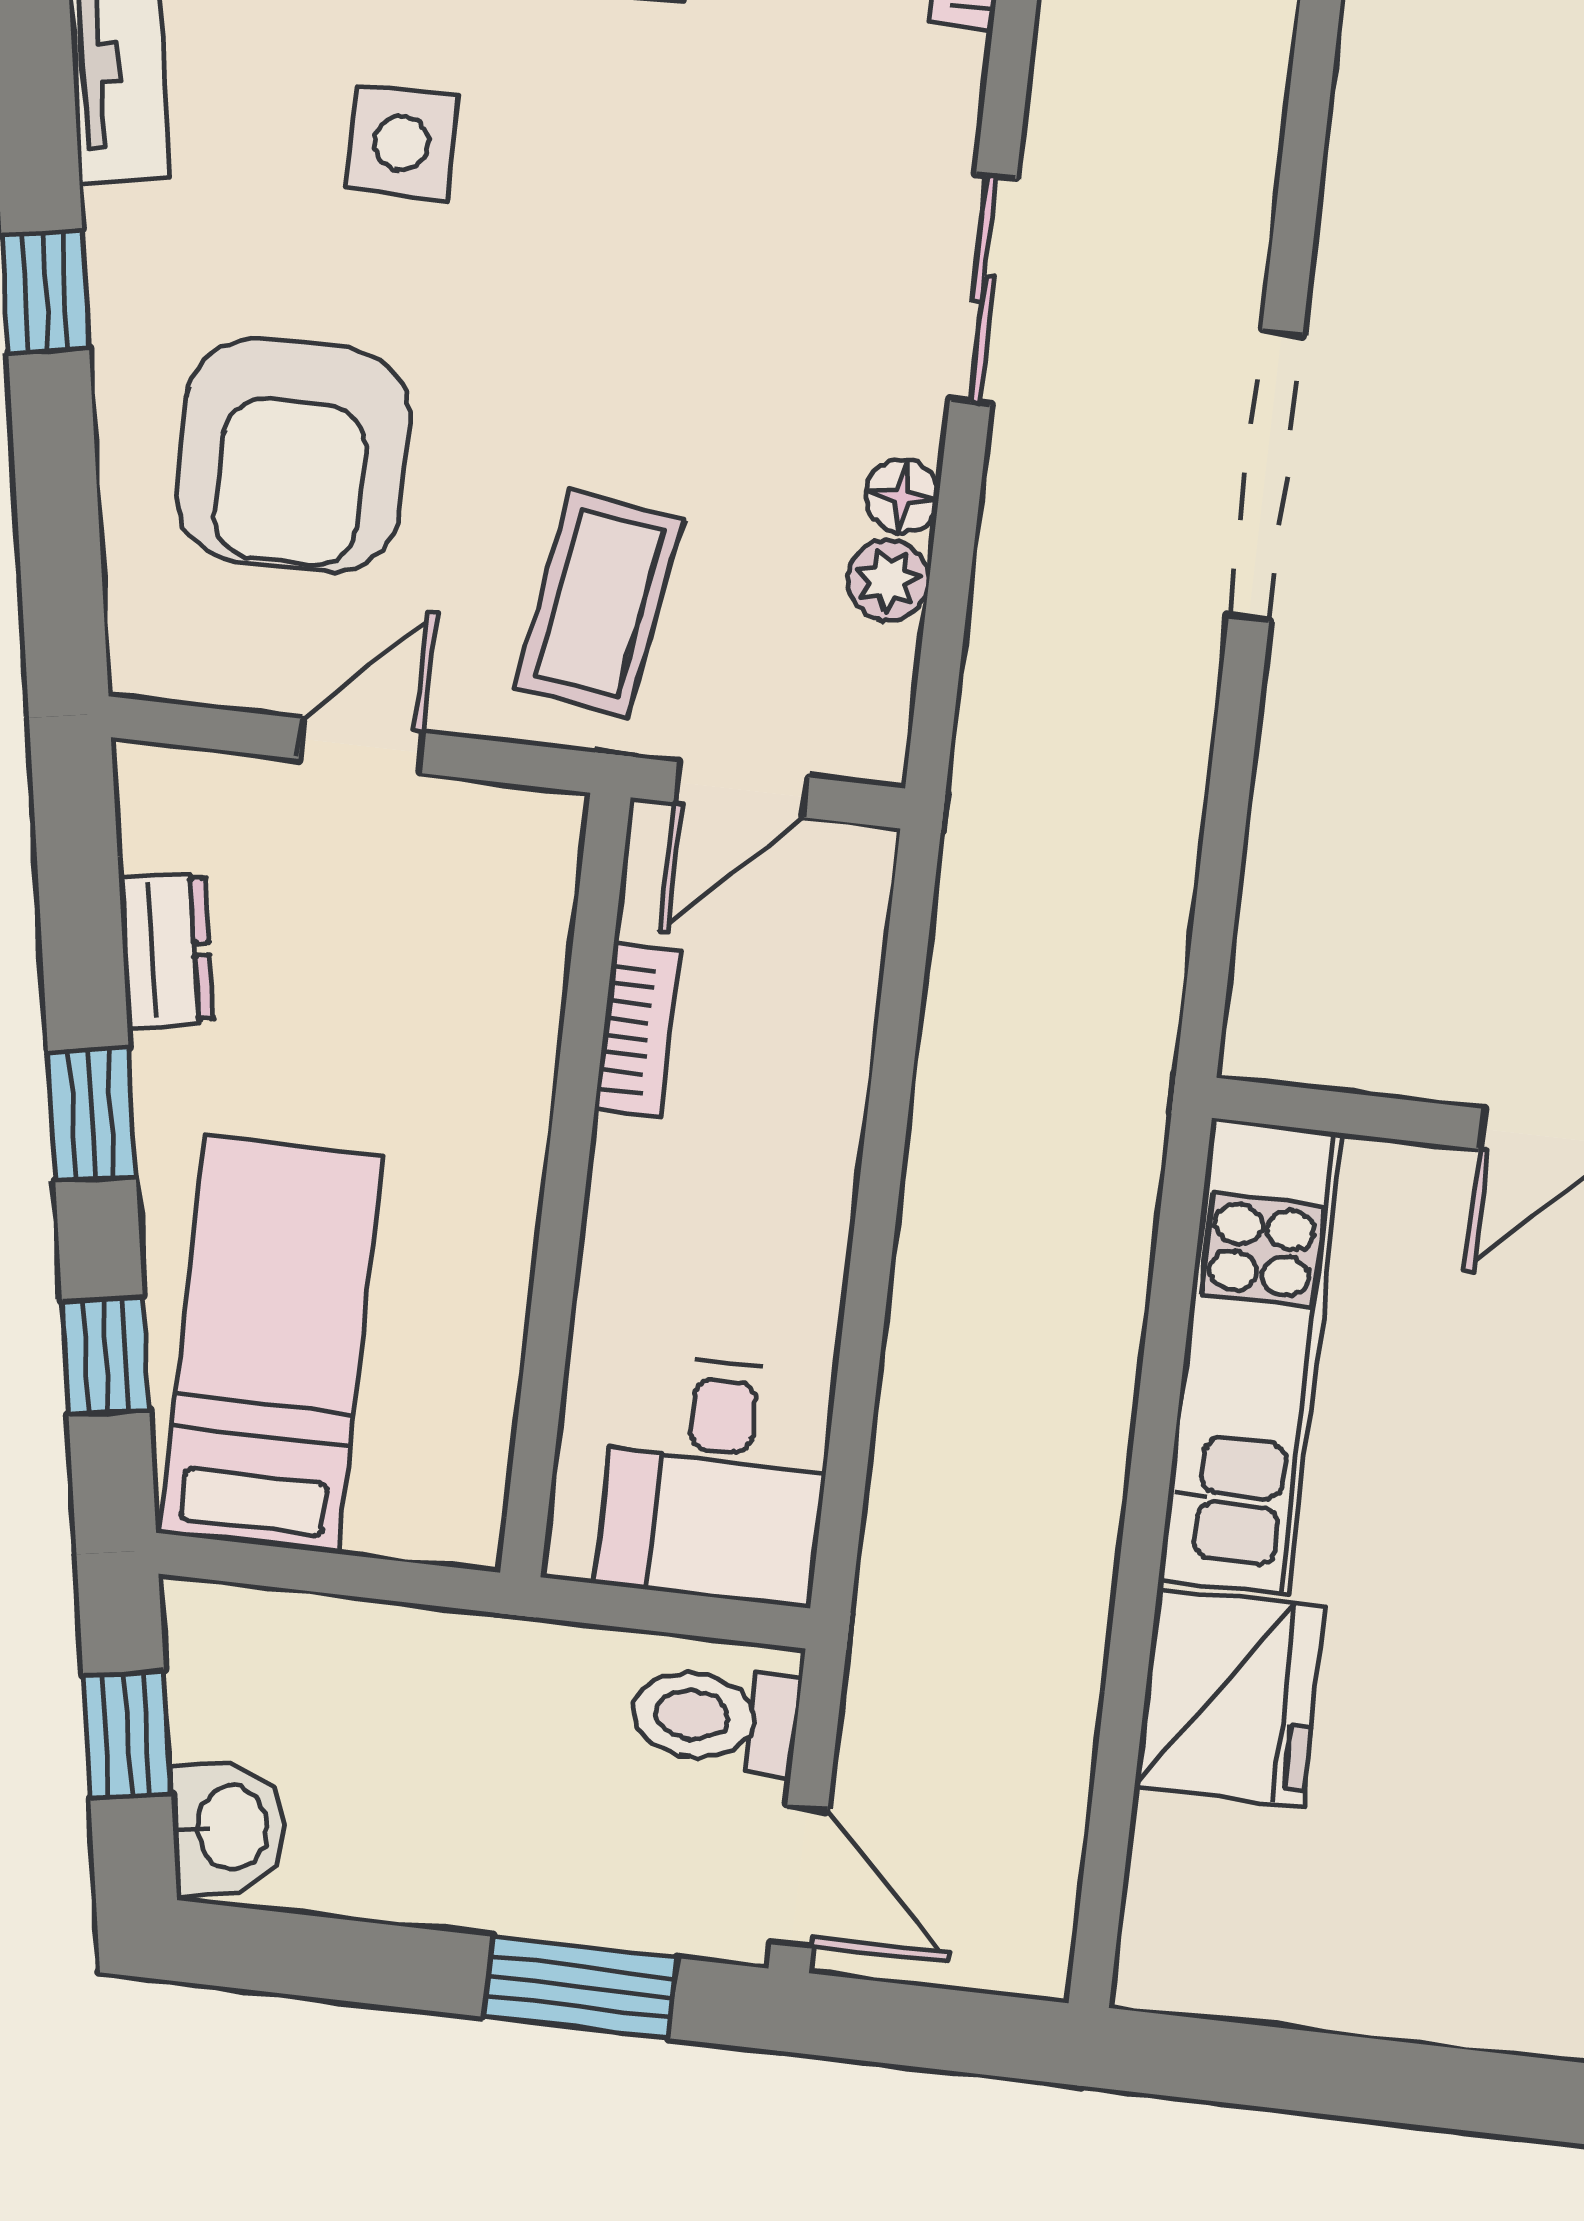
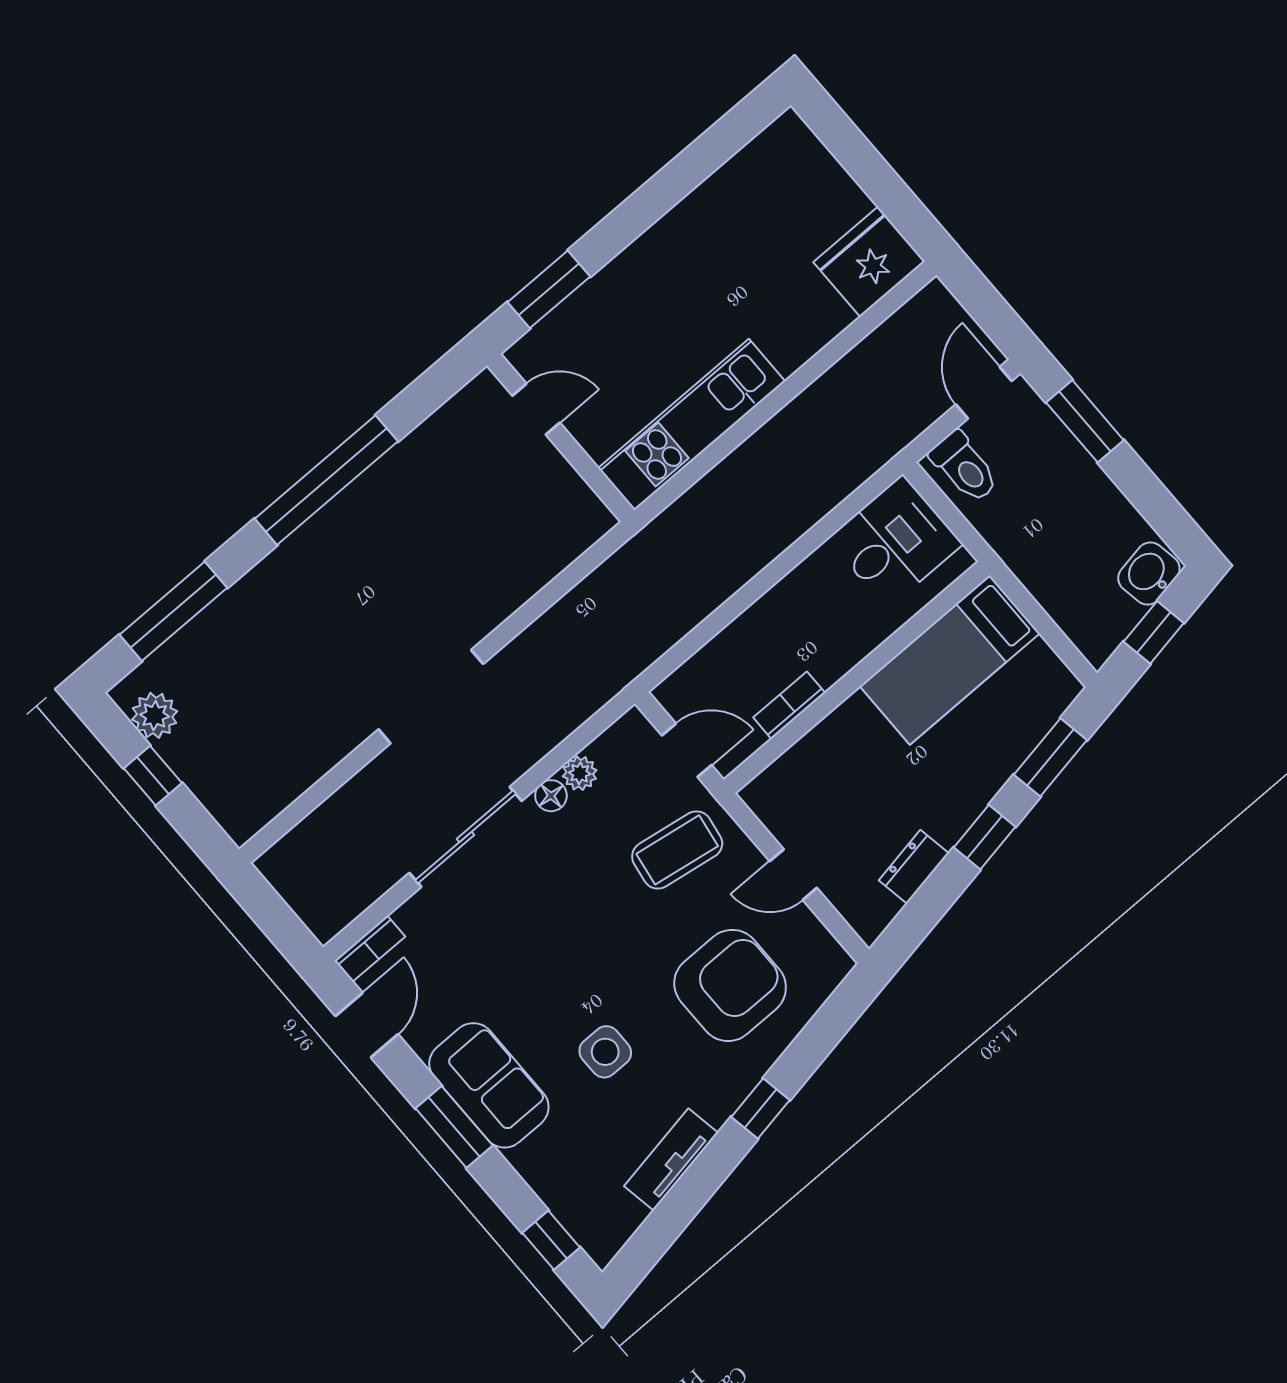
sliding door: (983, 290) -> (466, 837), width x1.37
bed: (272, 1344) -> (950, 660), moved
window: (106, 1356) -> (1050, 757), width x1.50
fridge: (1230, 1697) -> (869, 262), moved

